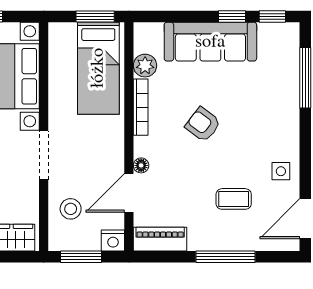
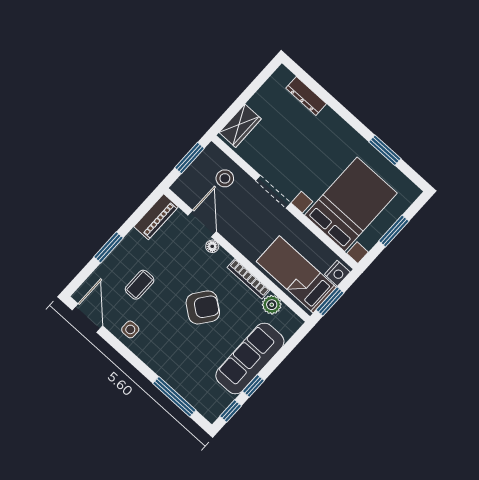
armchair: (203, 124) -> (203, 307), width x1.38, depth x1.38
nightstand: (113, 240) -> (337, 273), moved, turned 180
window: (226, 257) -> (108, 247), width x0.69

